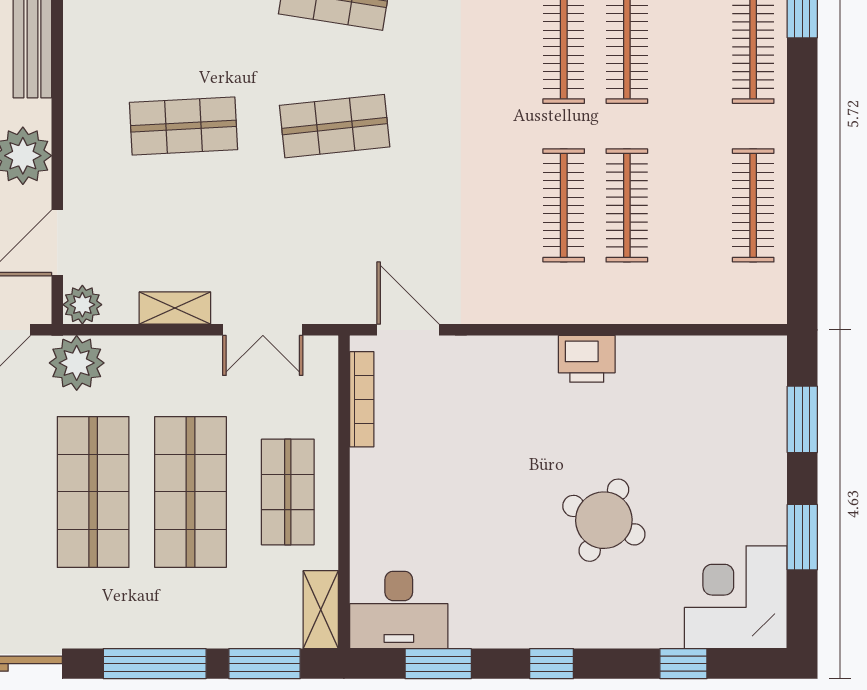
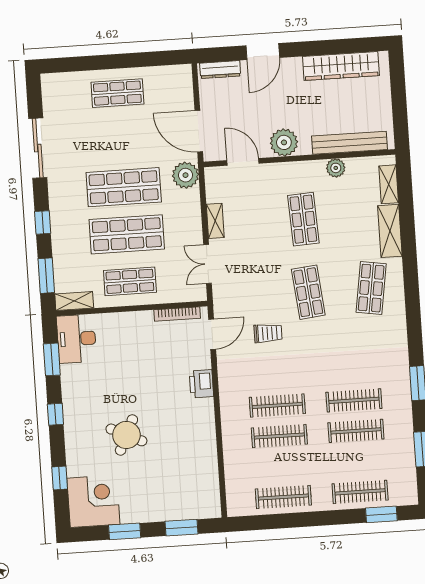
trolley: (414, 215) -> (268, 333), added
plant: (82, 305) -> (336, 168), moved
printer: (587, 359) -> (201, 384), moved
window: (155, 664) -> (43, 222), width x0.46

